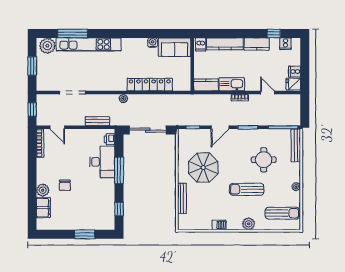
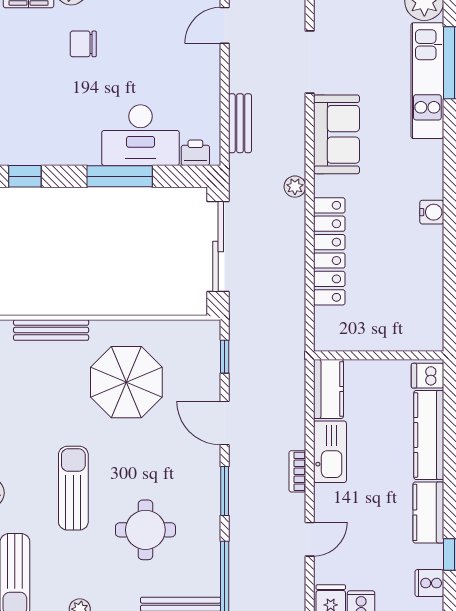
water cooler: (153, 43) -> (432, 212), moved
kitchen unit: (89, 44) -> (427, 81), width x0.73
sofa: (175, 47) -> (336, 134), moved, turned 180

